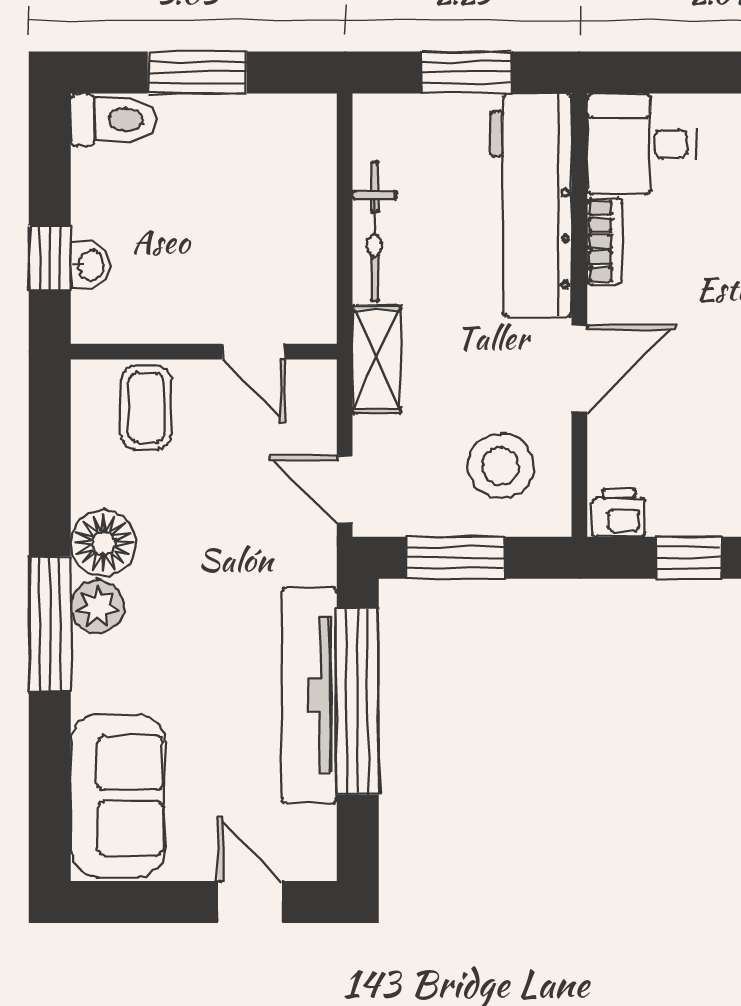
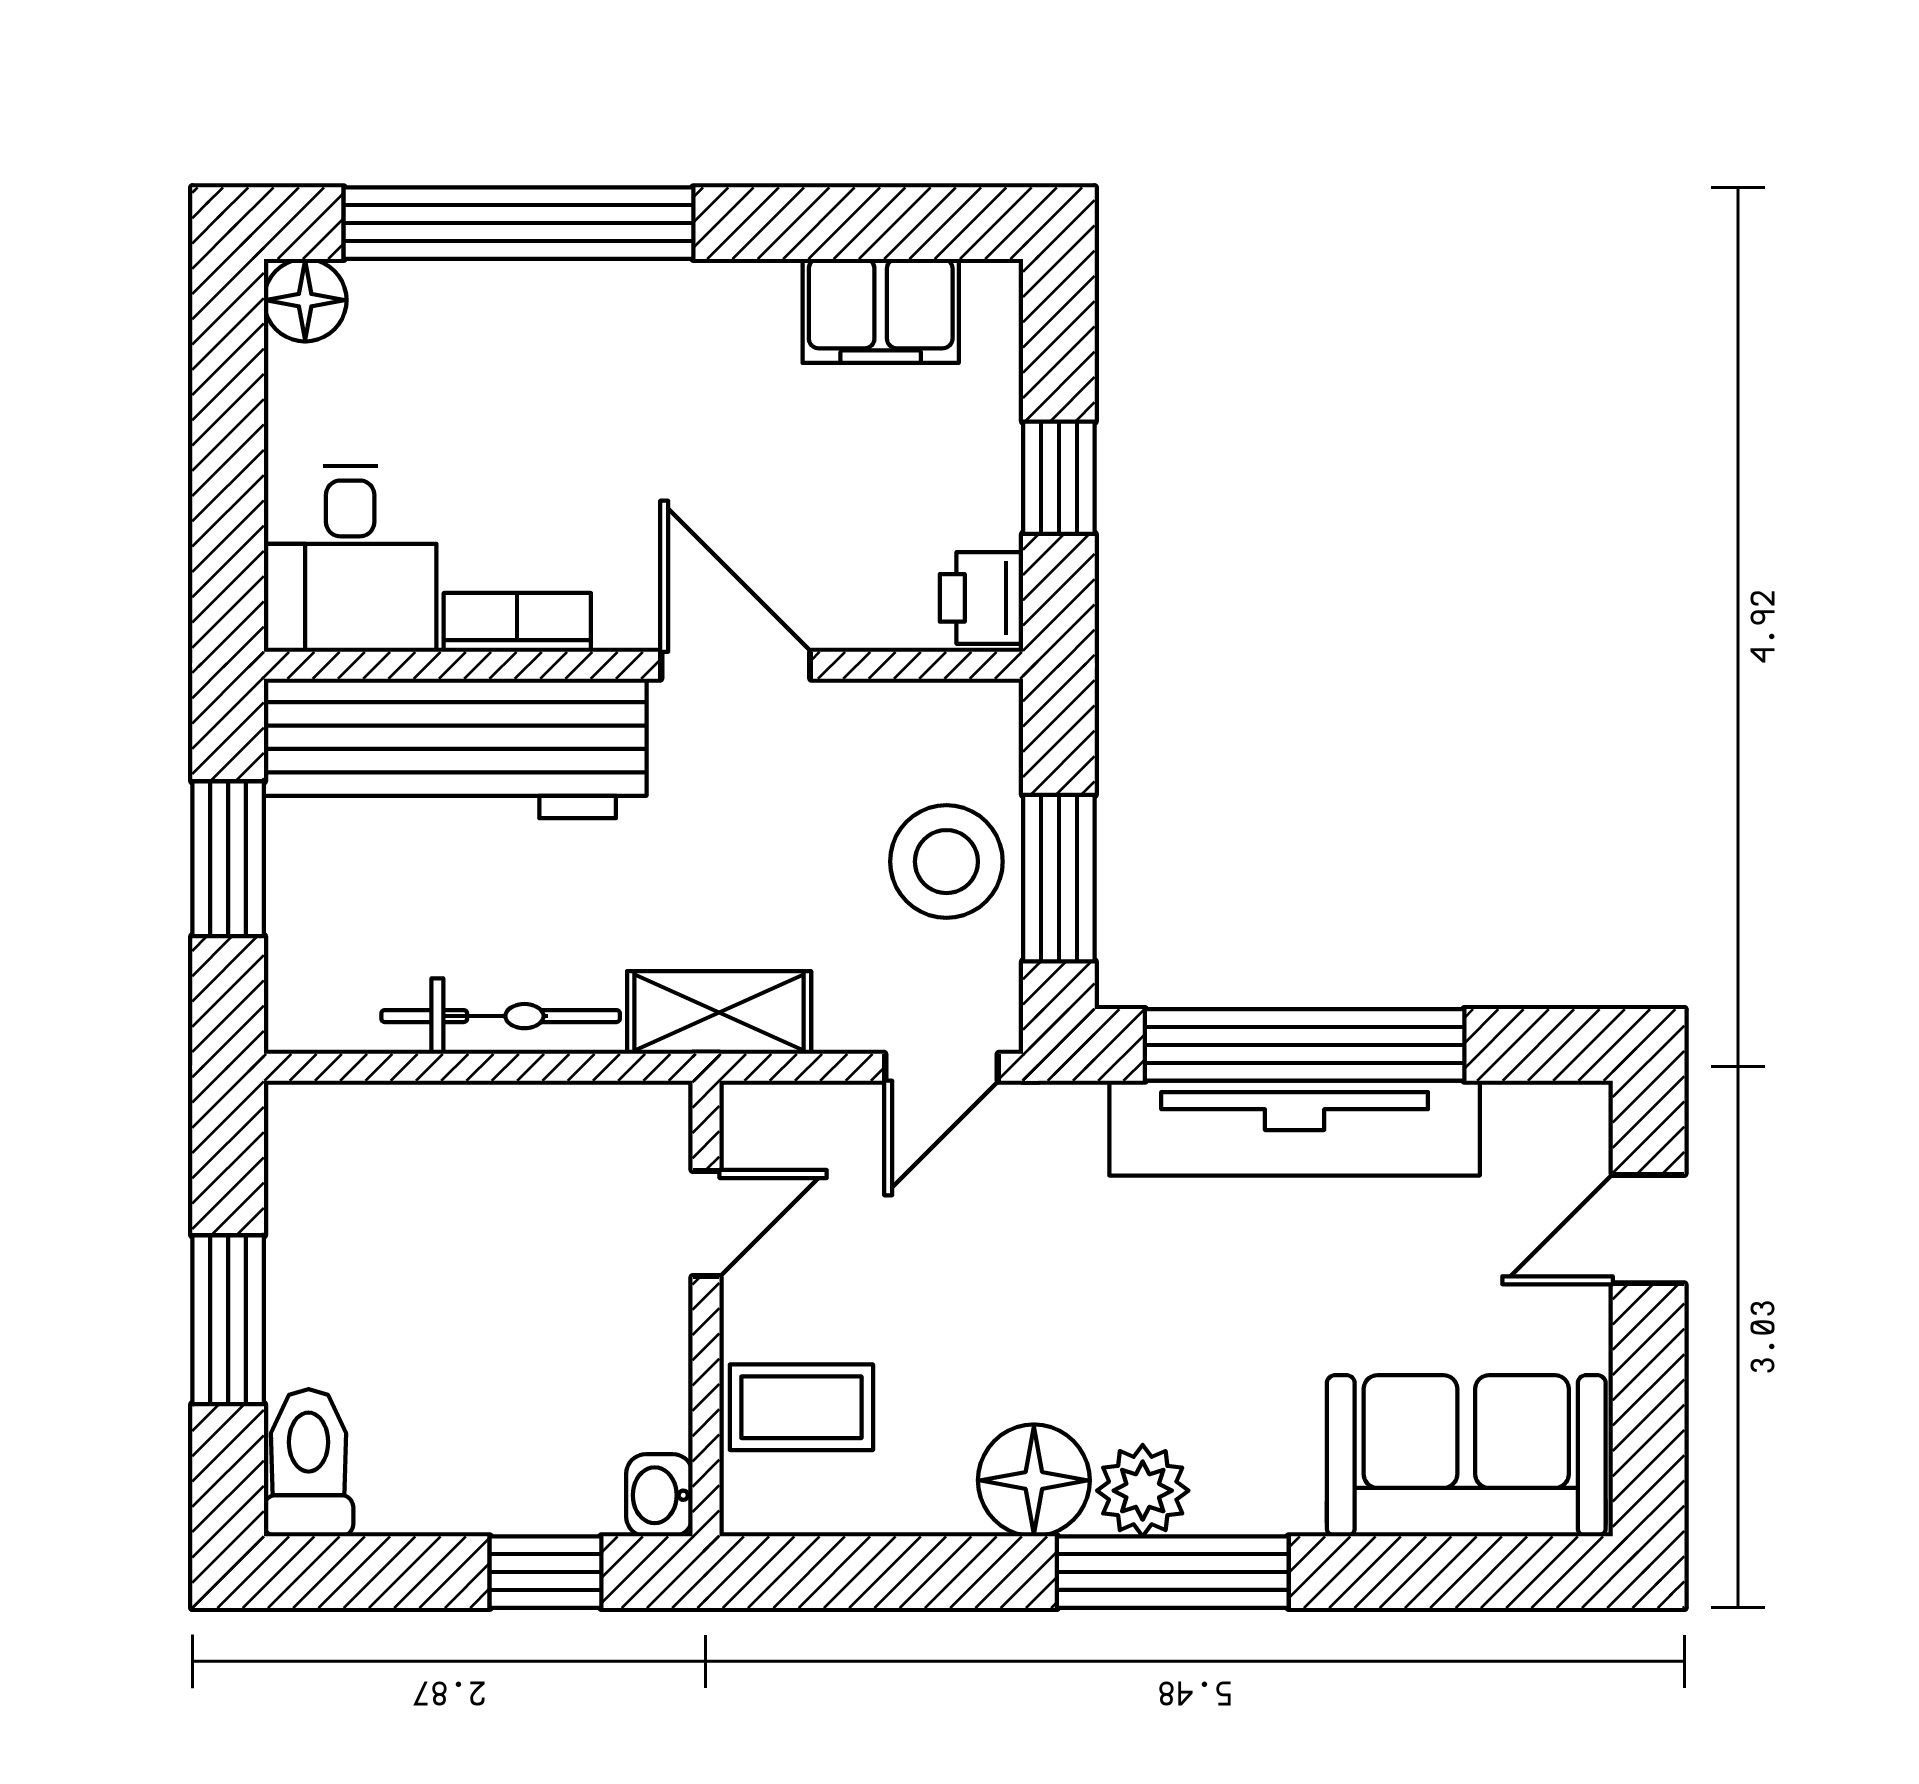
washbasin: (90, 265) -> (659, 1495), moved, turned -90
stool: (501, 466) -> (946, 862), moved

